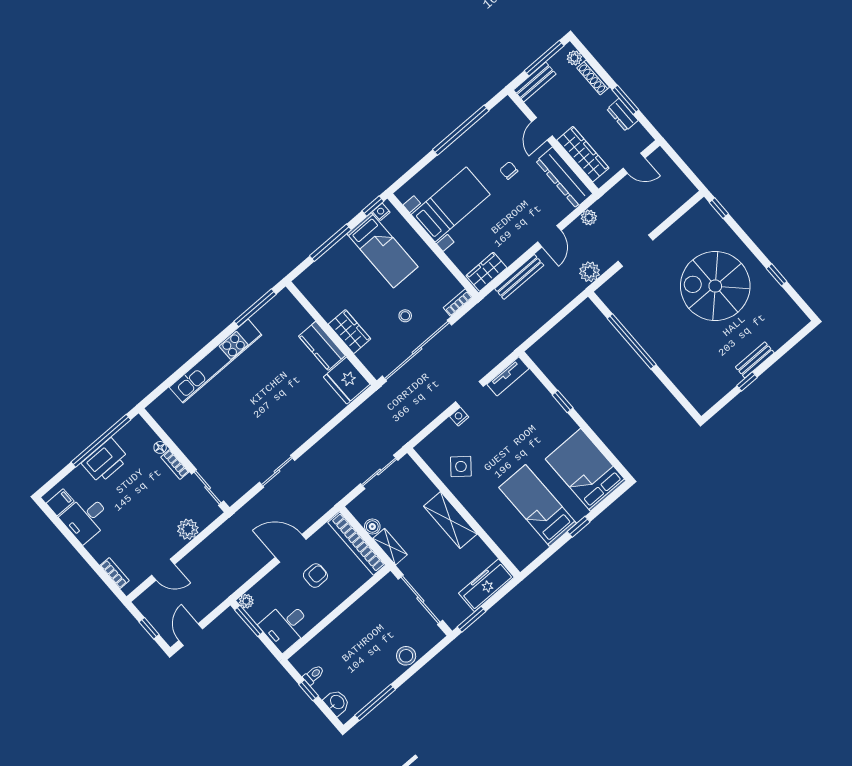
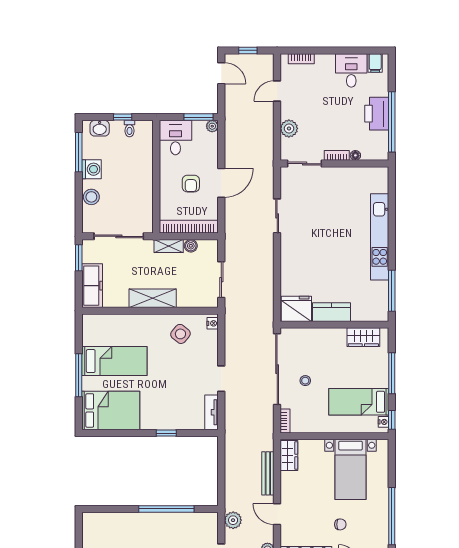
wardrobe: (350, 332) -> (363, 337), moved
nightstand: (459, 417) -> (213, 323), moved
window: (579, 527) -> (79, 375), width x2.17
washing machine: (381, 677) -> (92, 169), added

